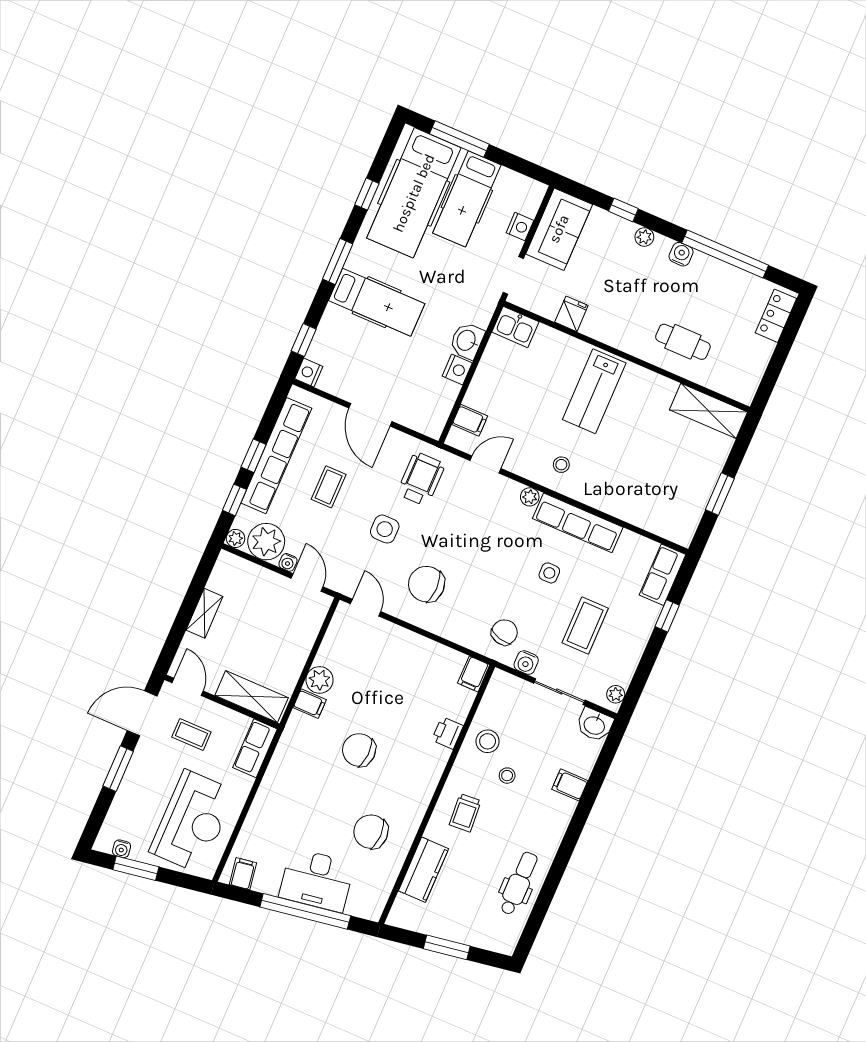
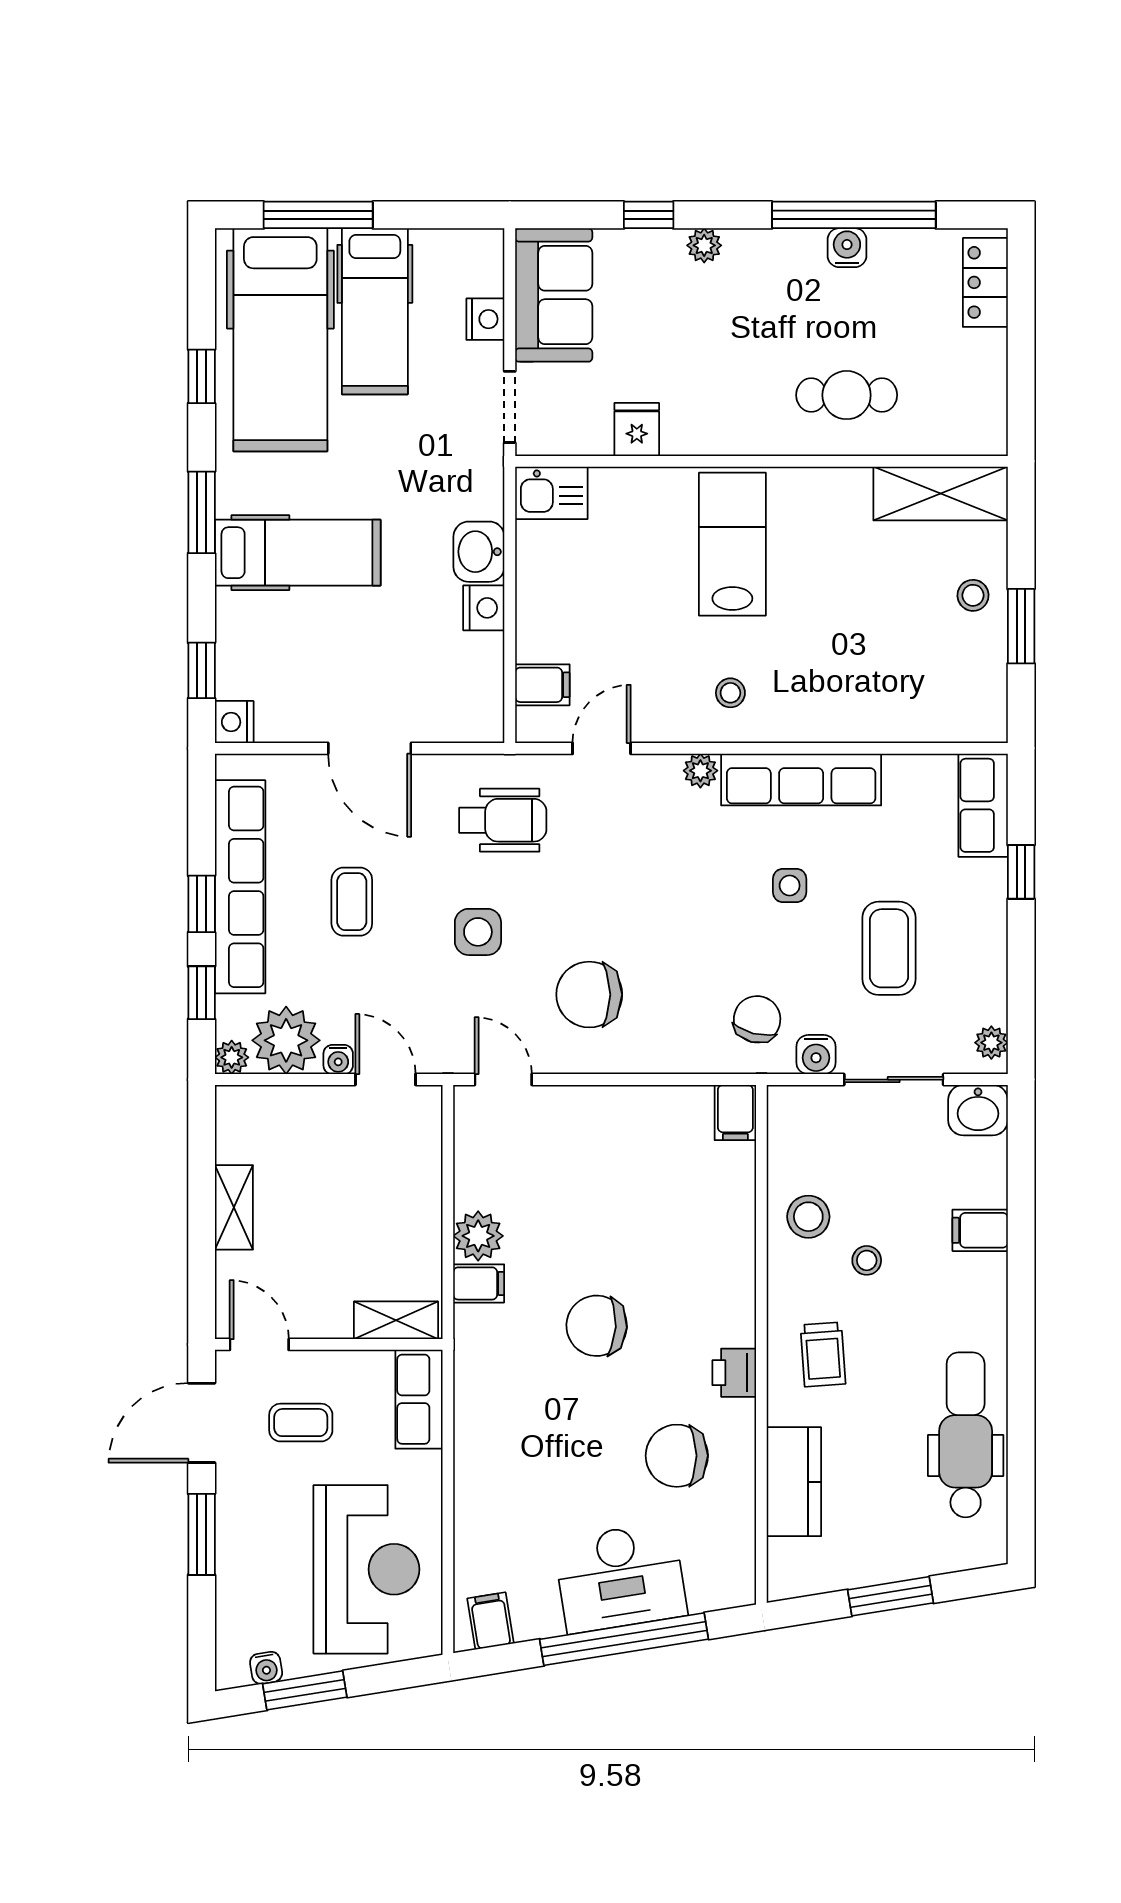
water cooler: (681, 254) -> (847, 248), moved
lab bench: (594, 391) -> (732, 544), turned 180
stool: (703, 468) -> (973, 595), added
wheelchair: (421, 479) -> (503, 820), turned 90
shelving: (252, 697) -> (396, 1320), width x0.67, depth x0.75
printer: (447, 733) -> (734, 1373), moved
dental chair: (519, 883) -> (966, 1435), width x1.36, depth x1.38

